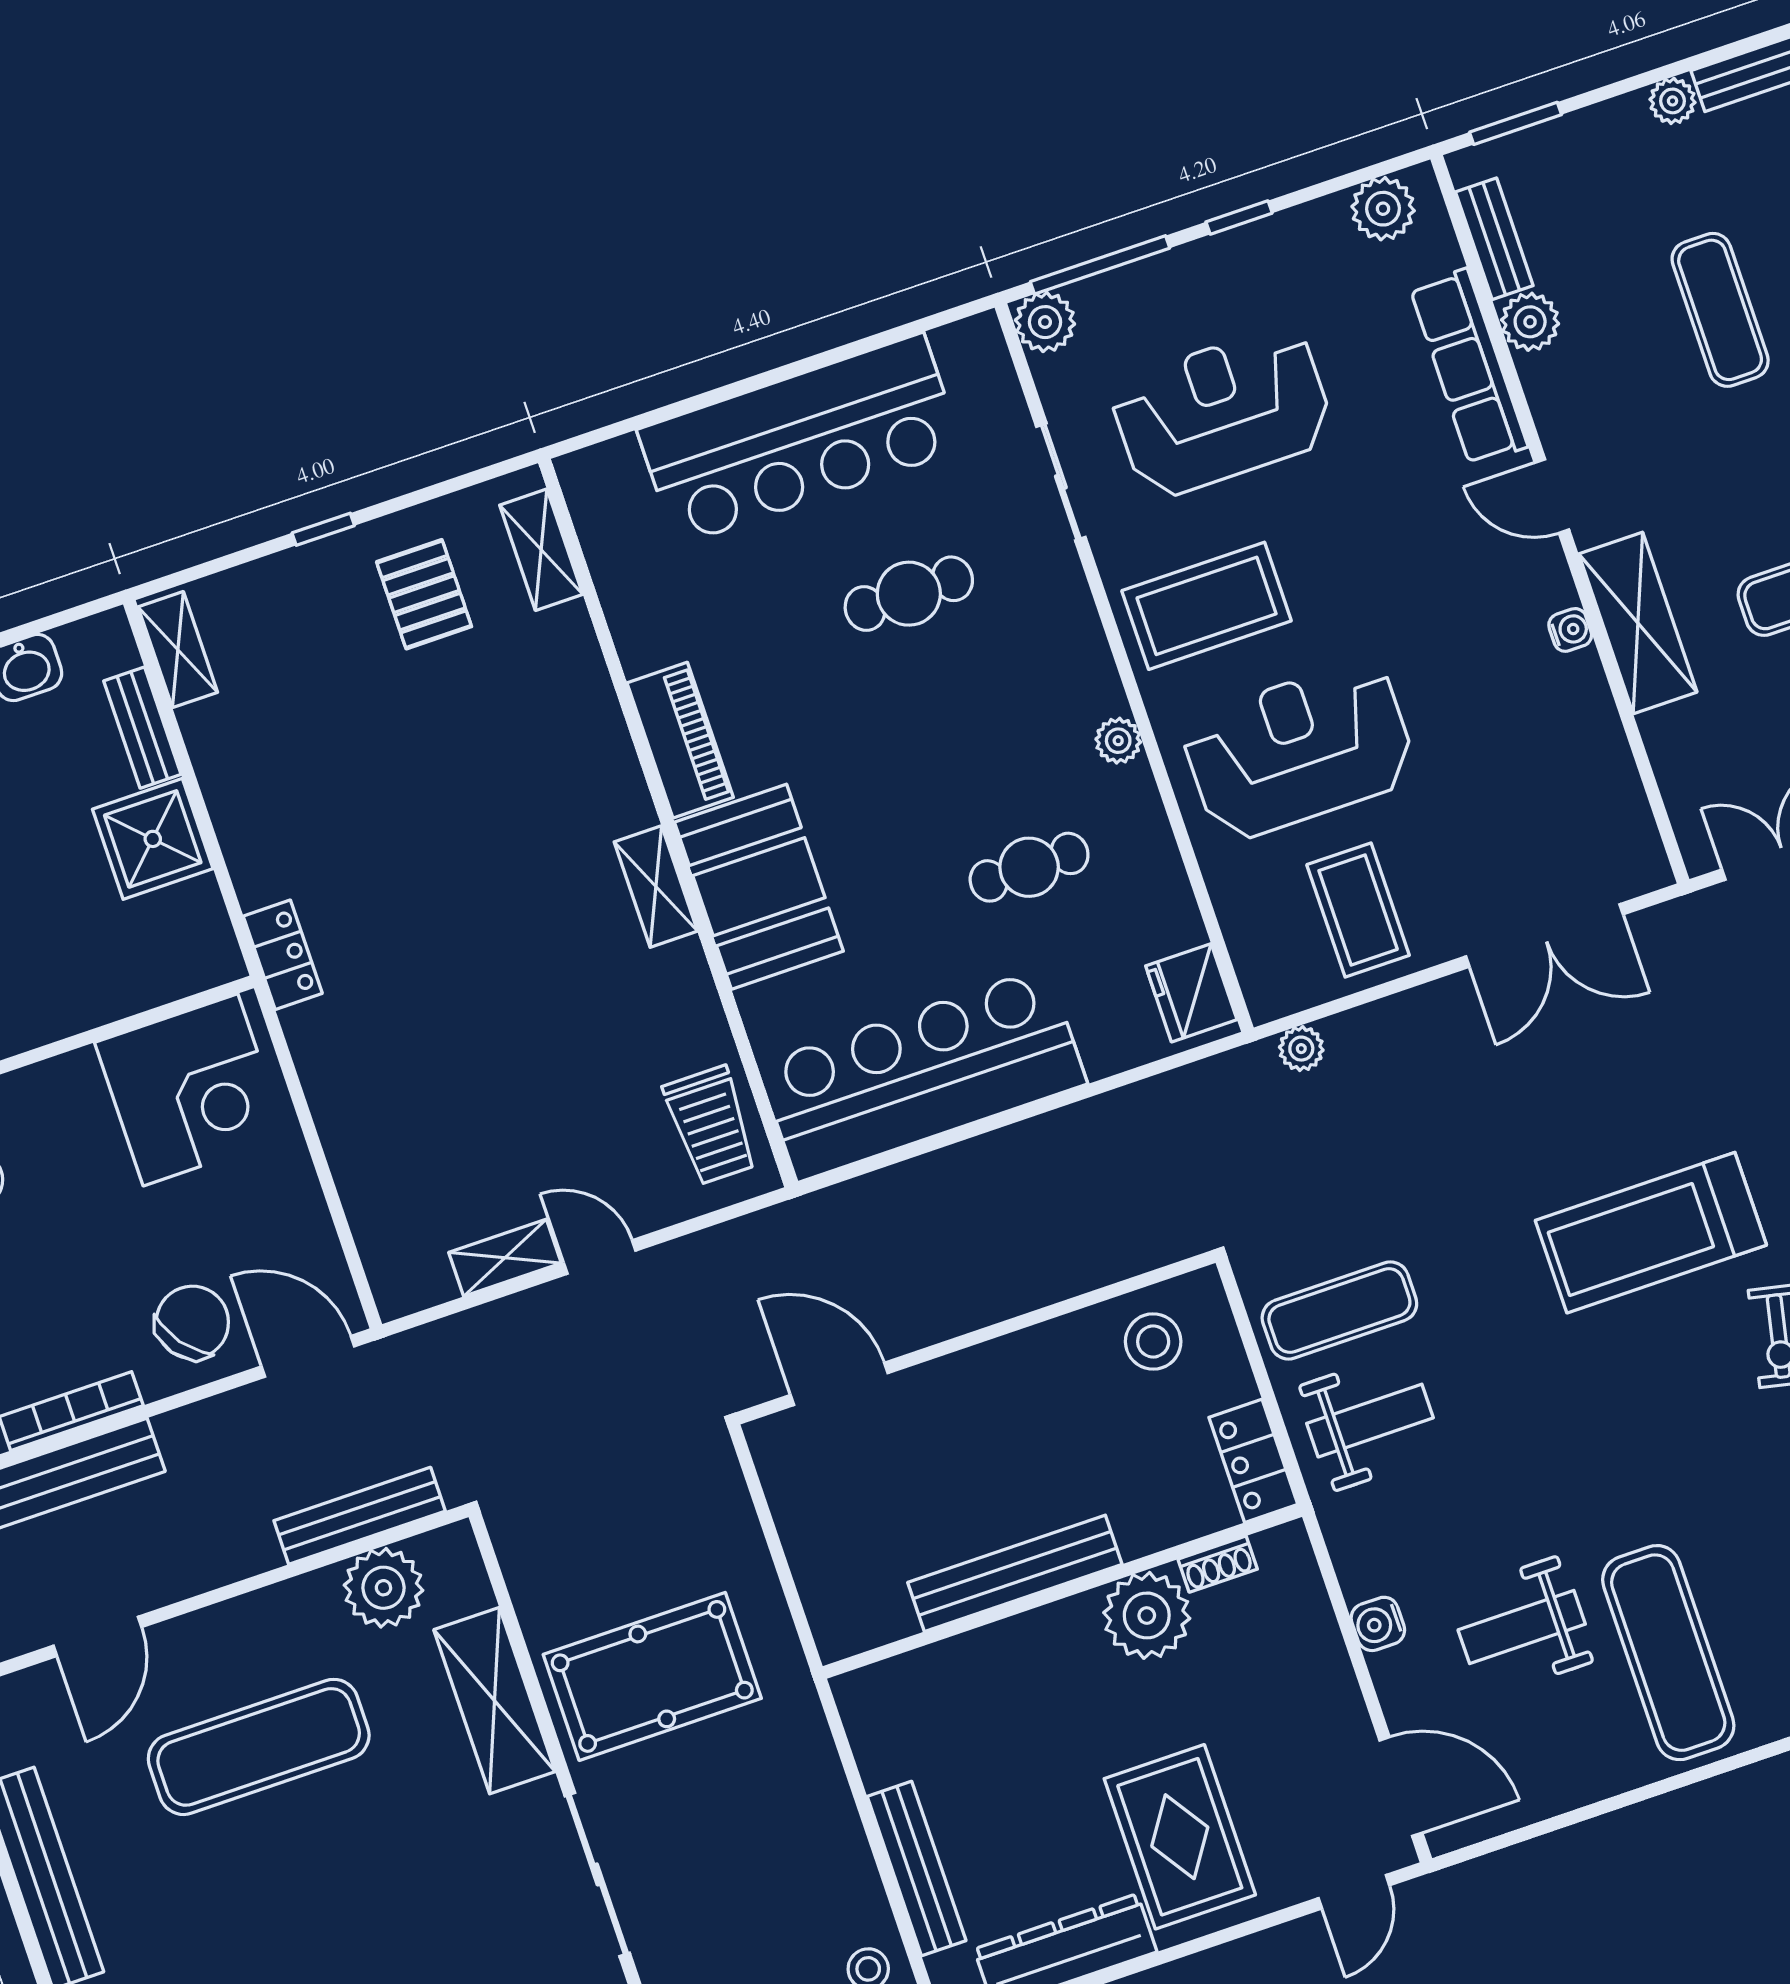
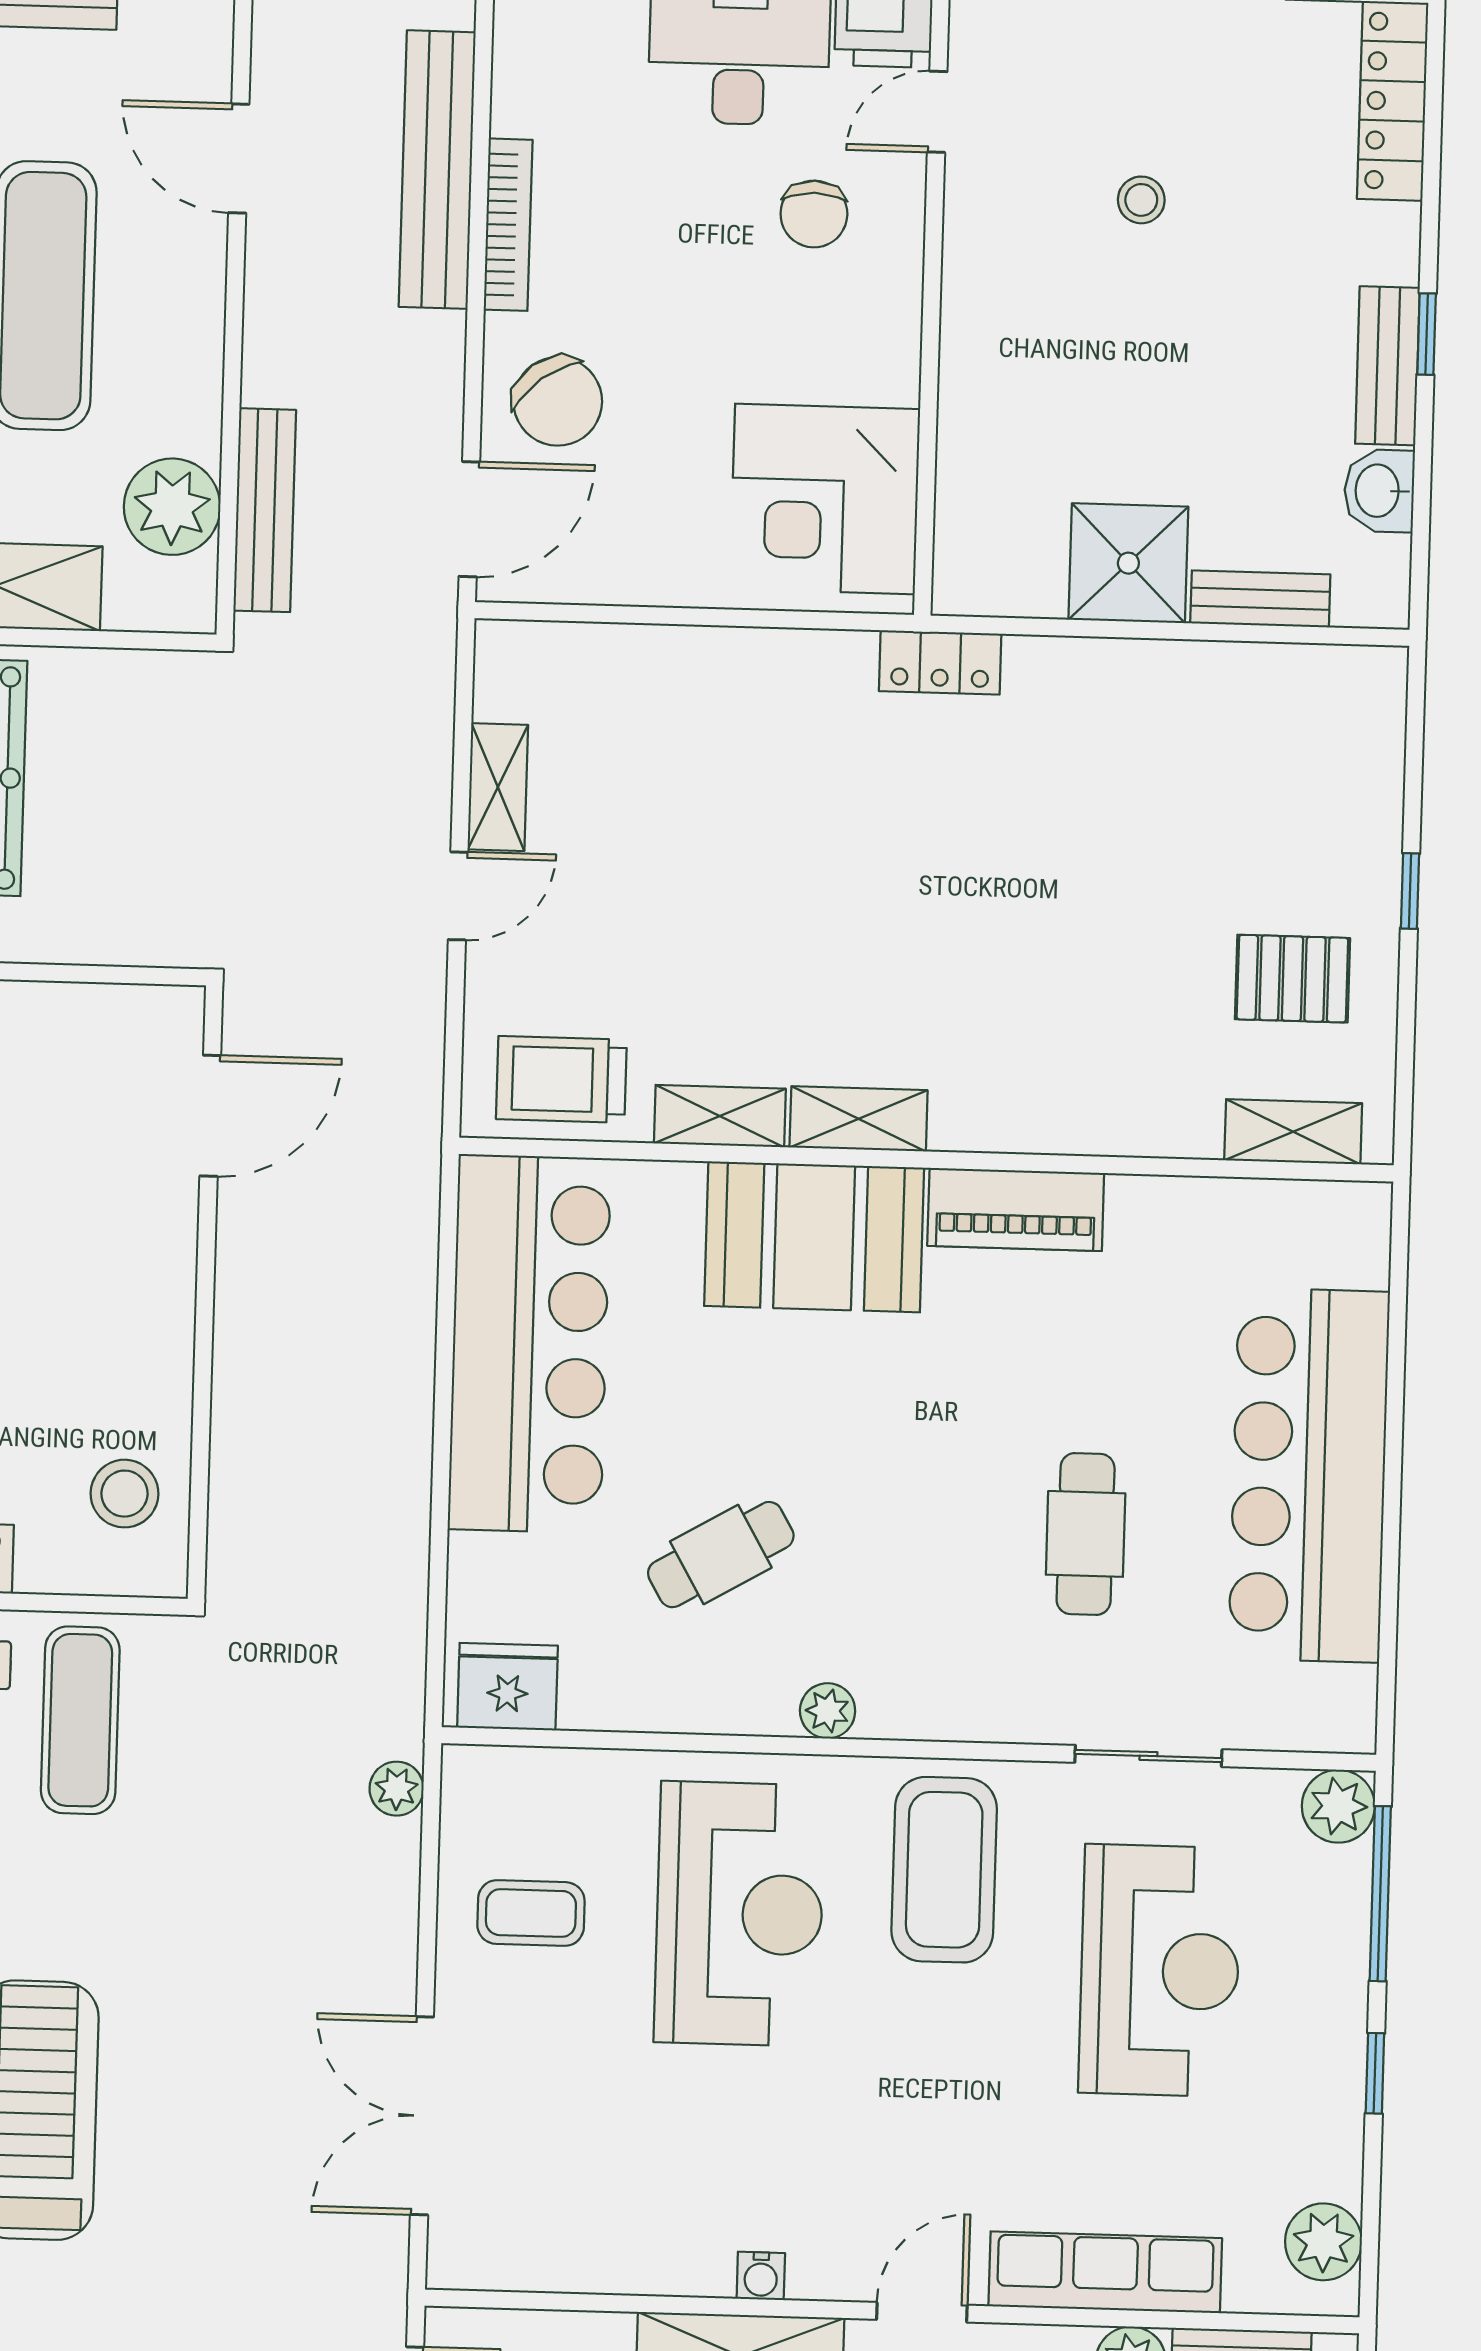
shelving: (178, 650) -> (720, 1116), moved
cafe table: (1029, 867) -> (721, 1555), turned 60
coffee table: (1358, 910) -> (531, 1913), width x0.73, depth x0.77

